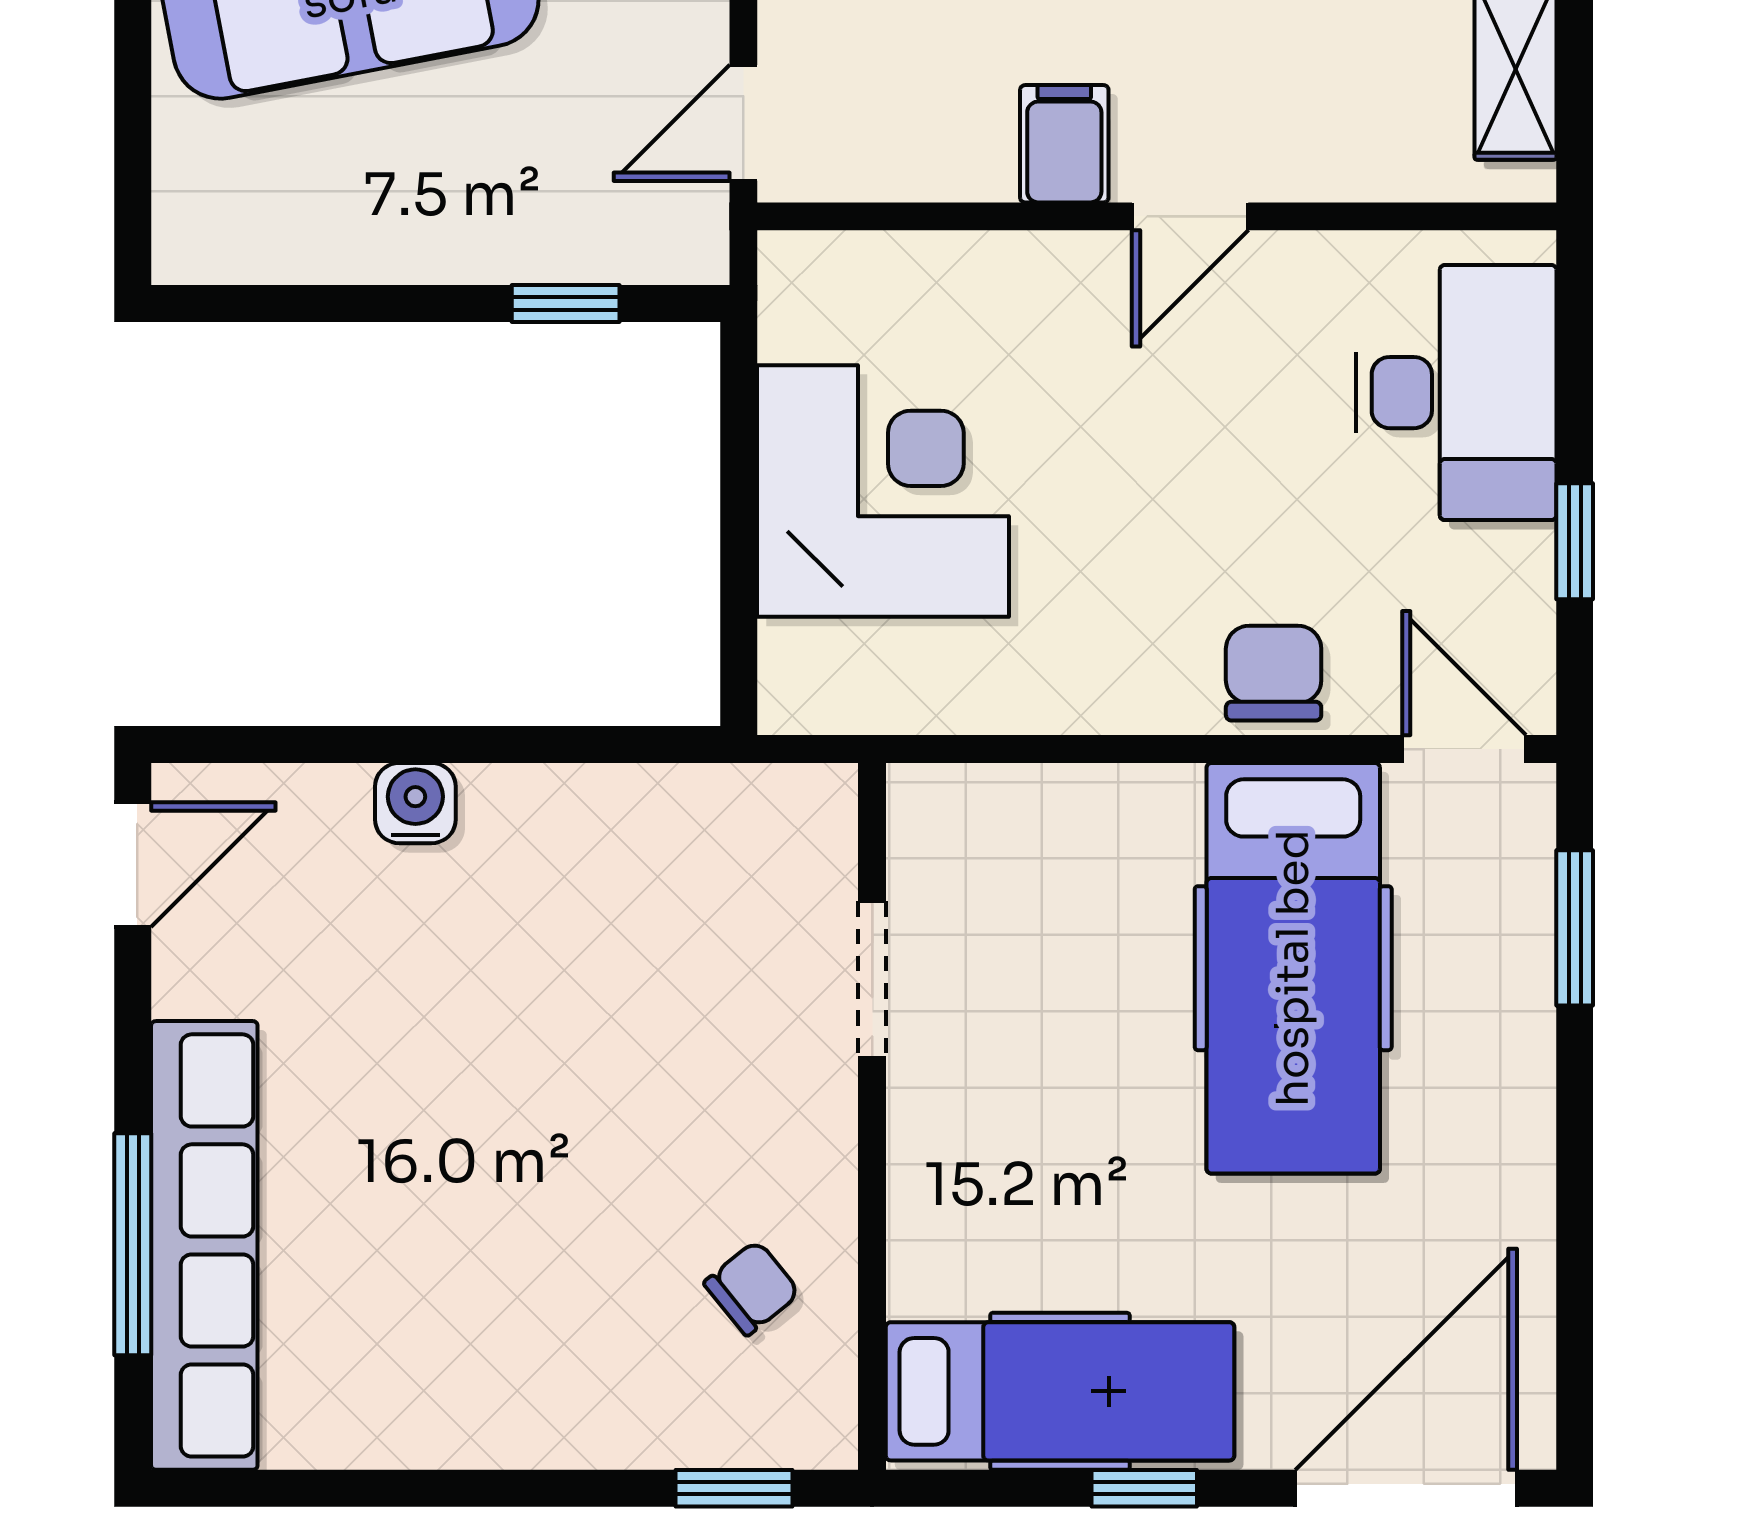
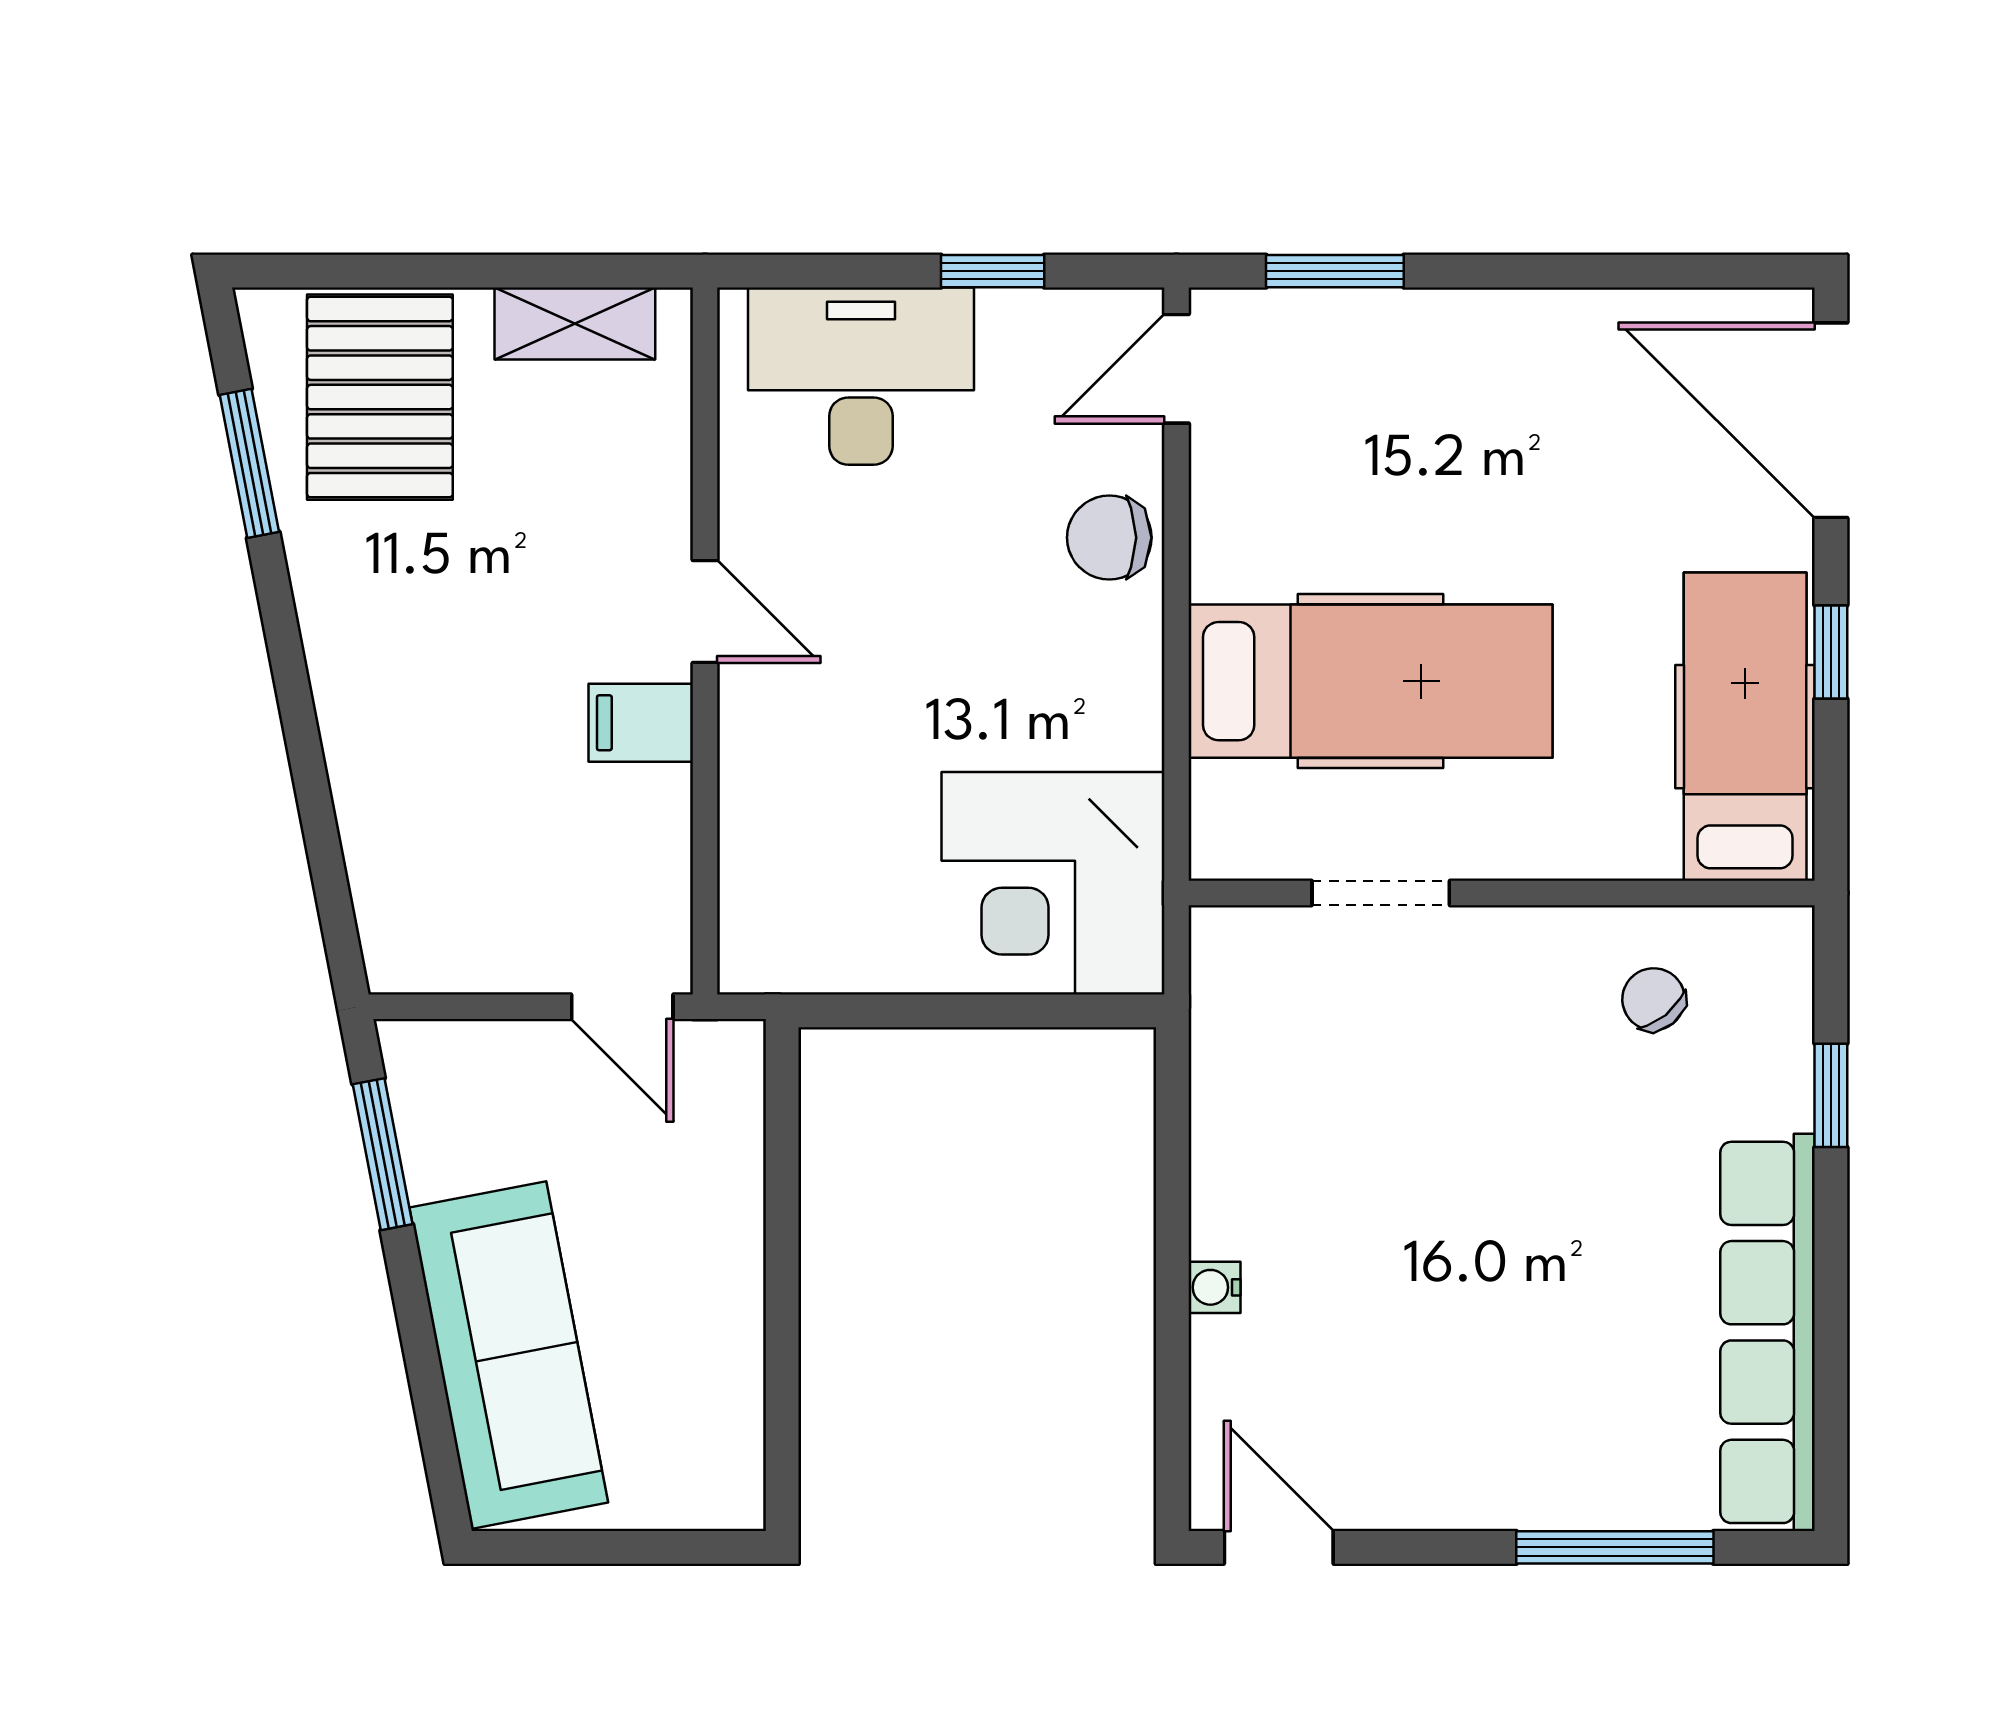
window: (566, 304) -> (782, 1164), removed
corner desk: (883, 491) -> (1053, 883), moved, turned -90
water cooler: (415, 803) -> (1214, 1287), width x0.72, depth x0.72
hospital bed: (1293, 968) -> (1371, 681), moved
row of seats: (204, 1245) -> (1768, 1332), moved, turned -90
window: (734, 1488) -> (1831, 1095), moved

